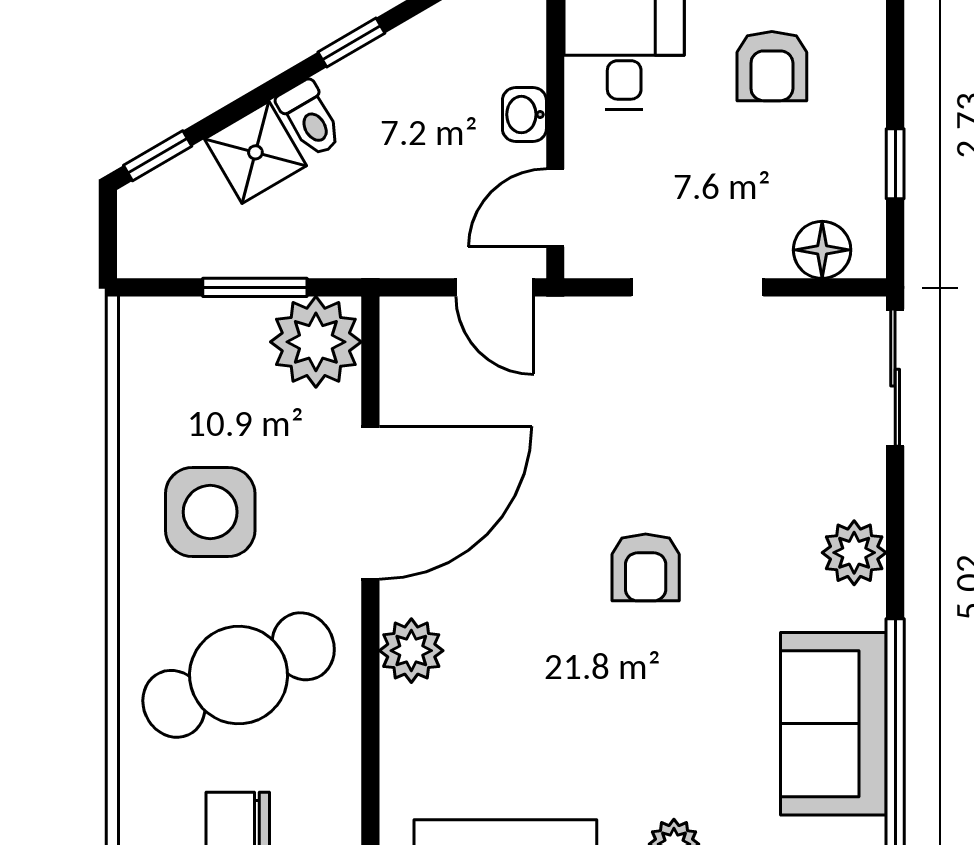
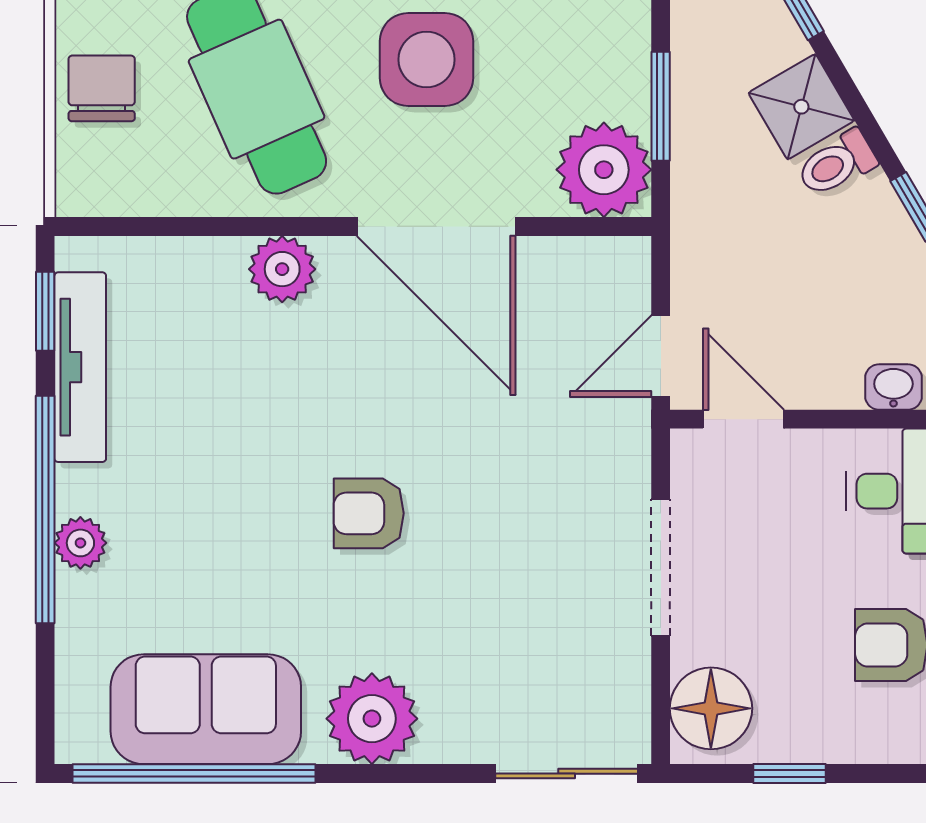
washbasin: (524, 115) -> (893, 387), moved
floor lamp: (822, 250) -> (711, 708), width x1.38, depth x1.38
plant: (854, 553) -> (372, 719), width x1.36, depth x1.36

